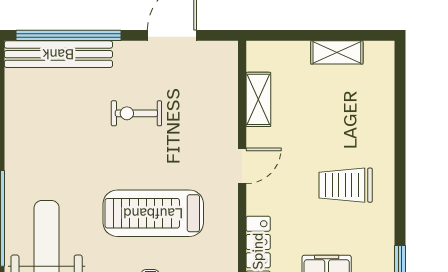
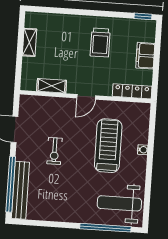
door: (242, 166) -> (86, 97), swing flipped
treadmill: (153, 213) -> (108, 146), turned 180

